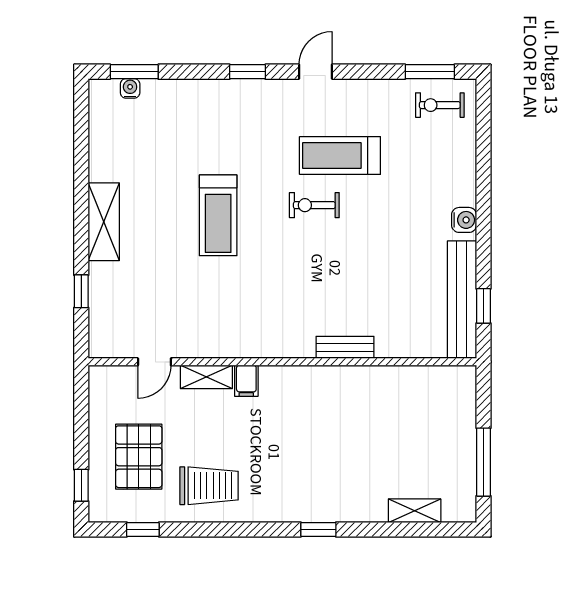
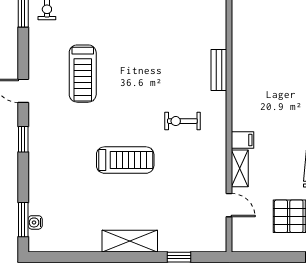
exercise bike: (314, 205) -> (182, 121), moved, turned 90

